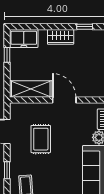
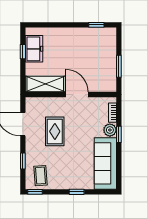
wardrobe: (61, 37) -> (74, 35), removed
freezer: (24, 39) -> (34, 49), moved, turned -90

